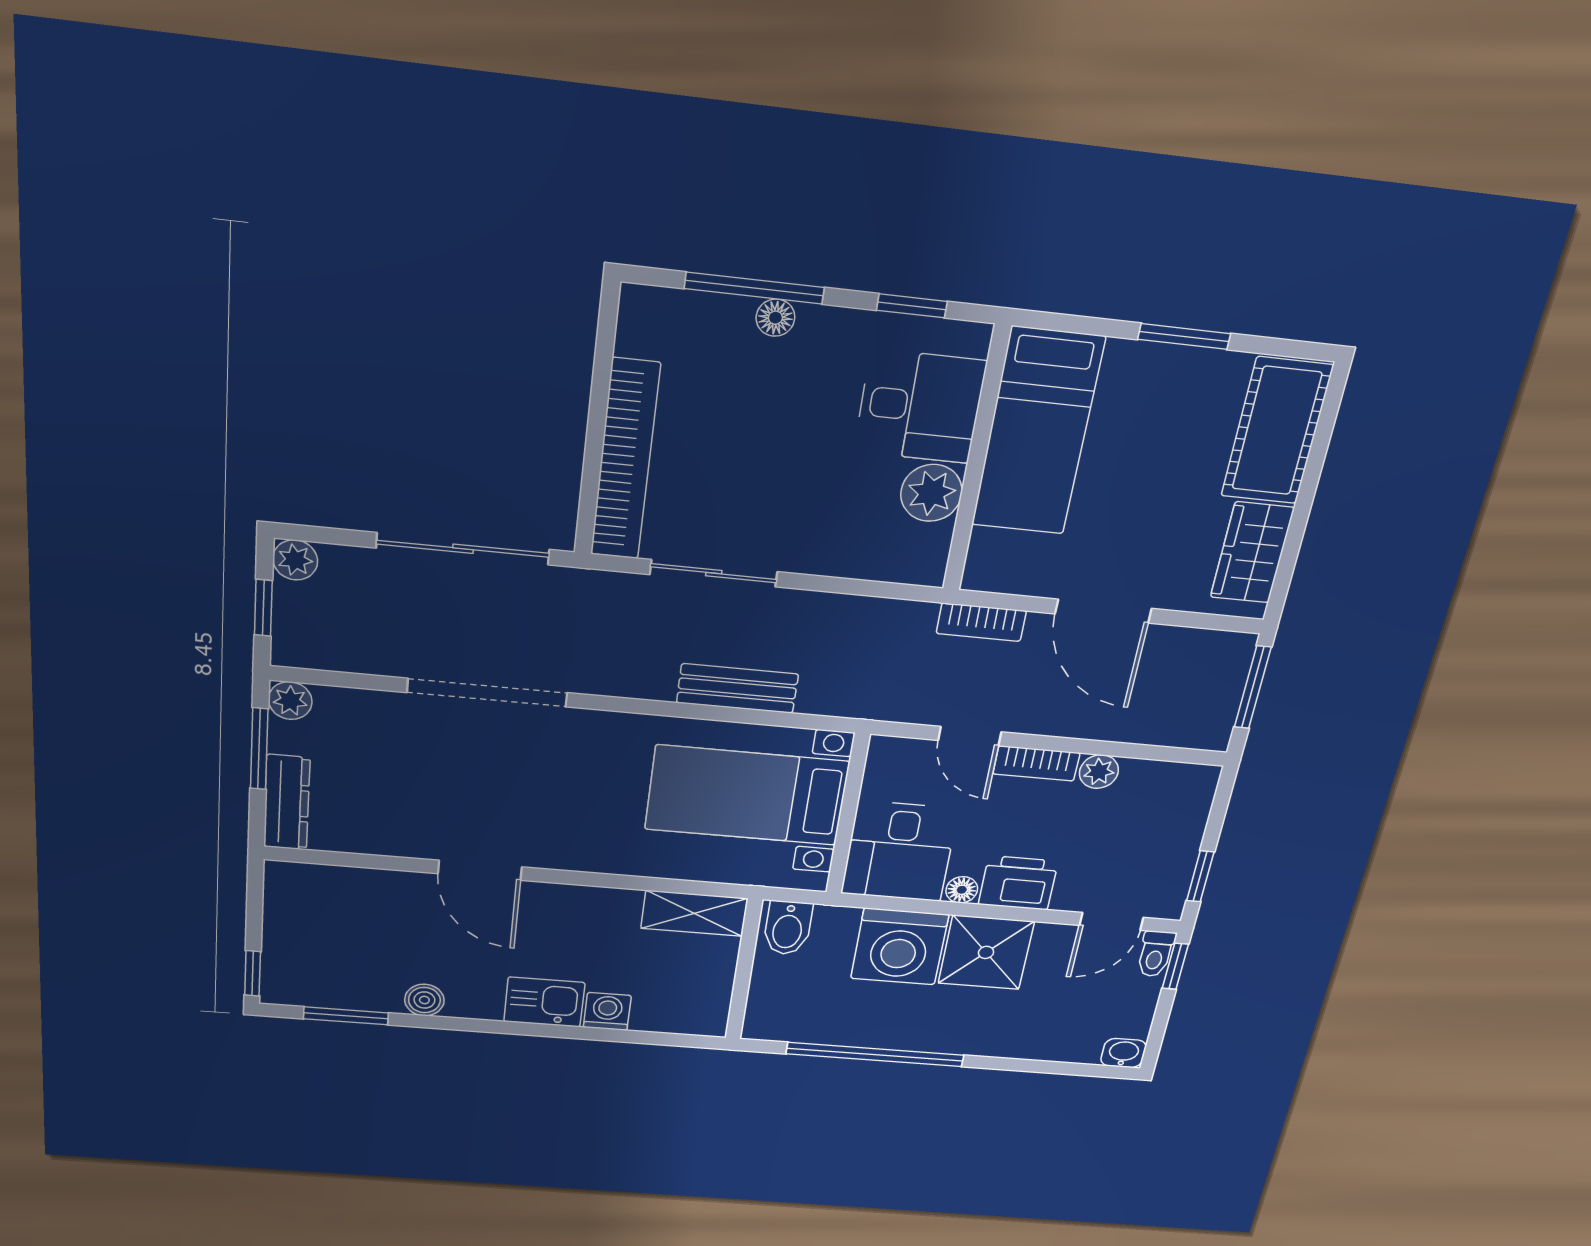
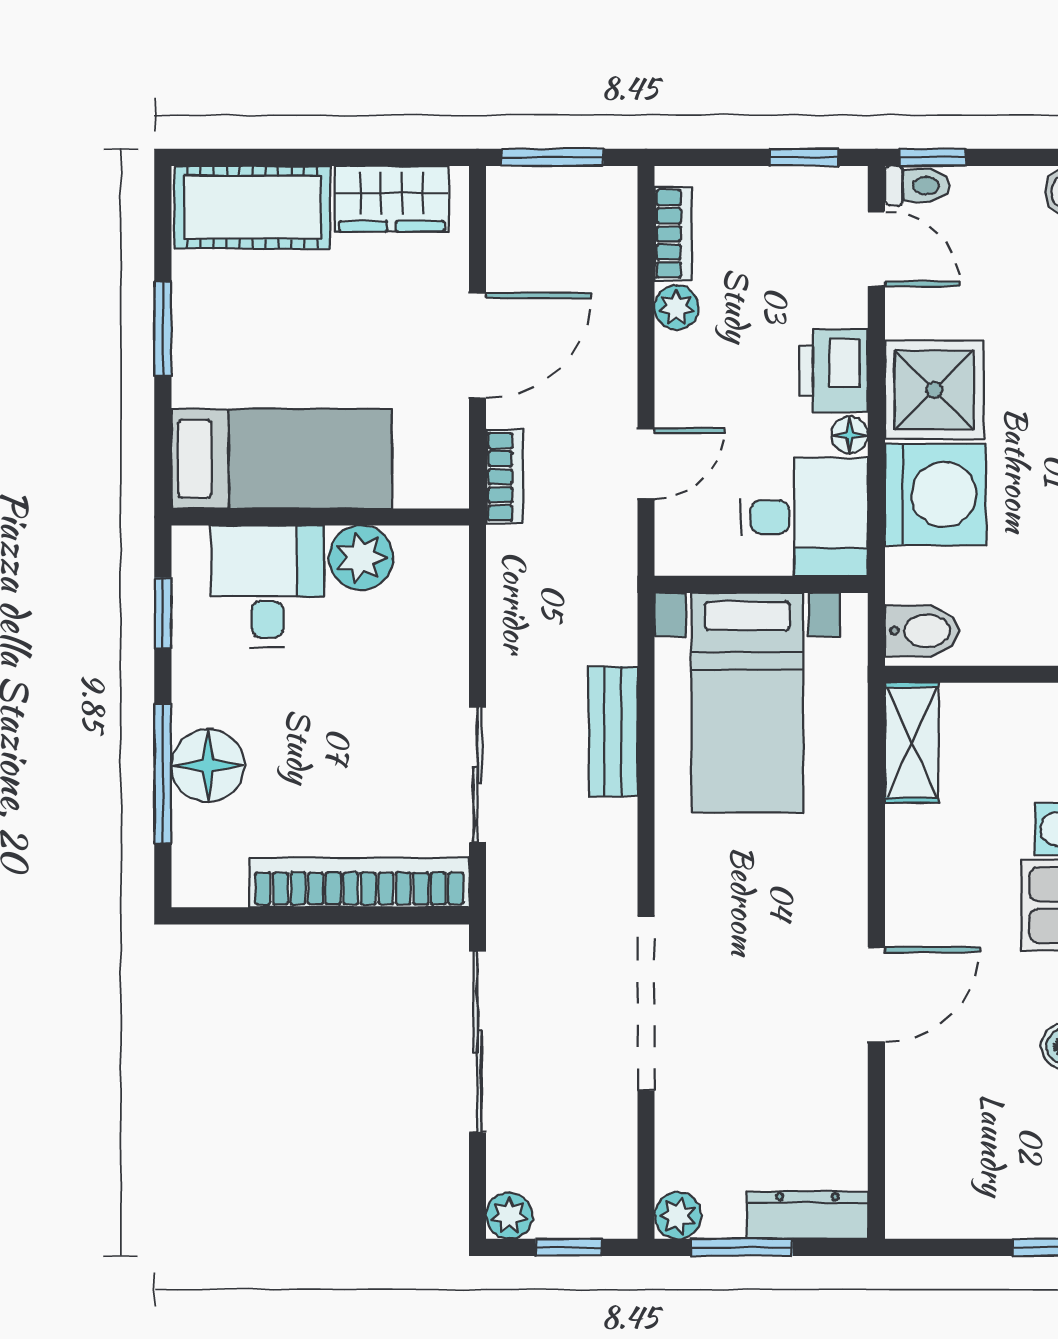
floor lamp: (775, 318) -> (208, 766), width x1.89, depth x1.89
bookcase: (1036, 763) -> (673, 234), moved

